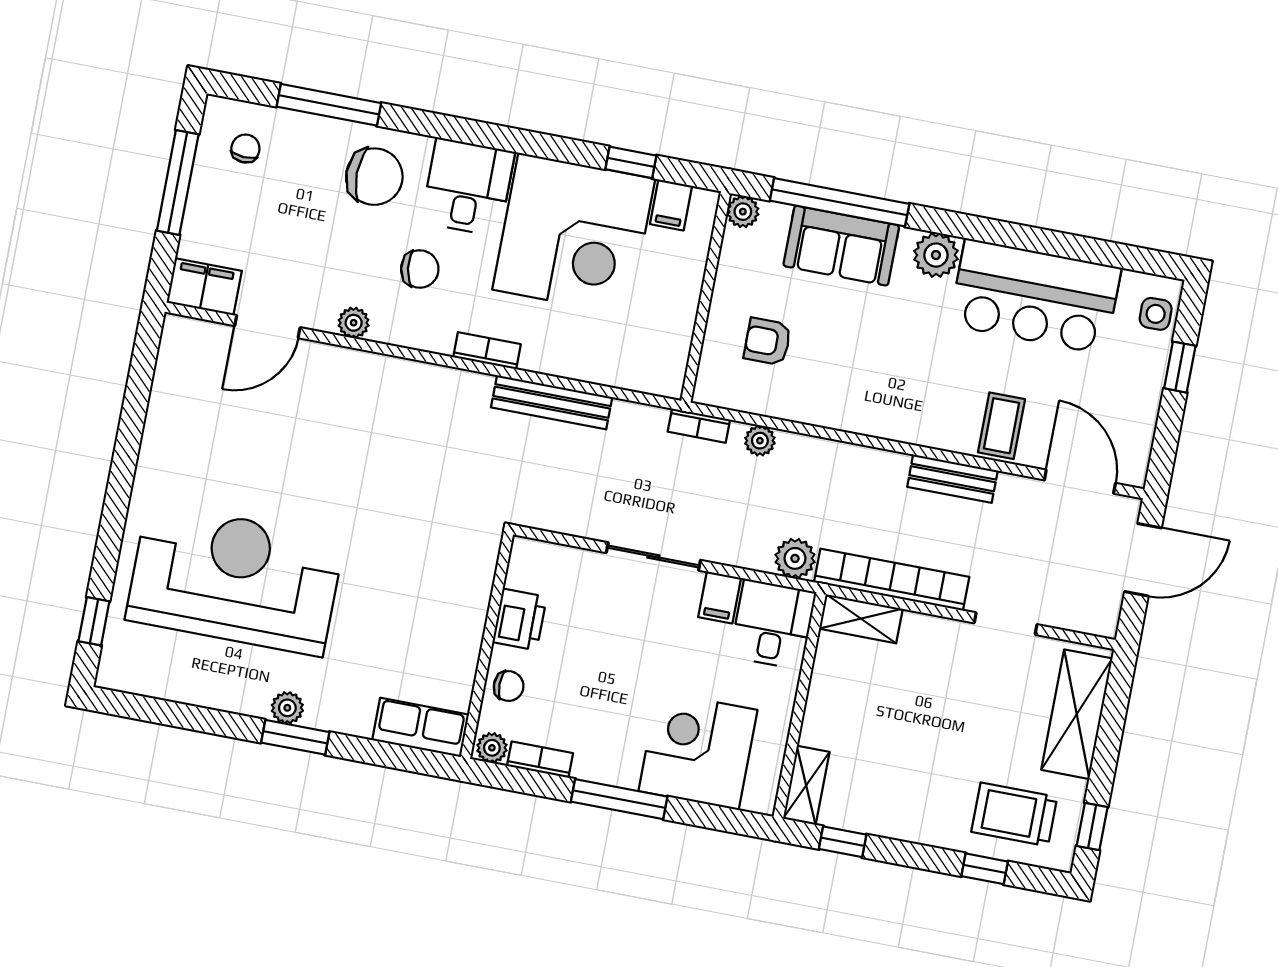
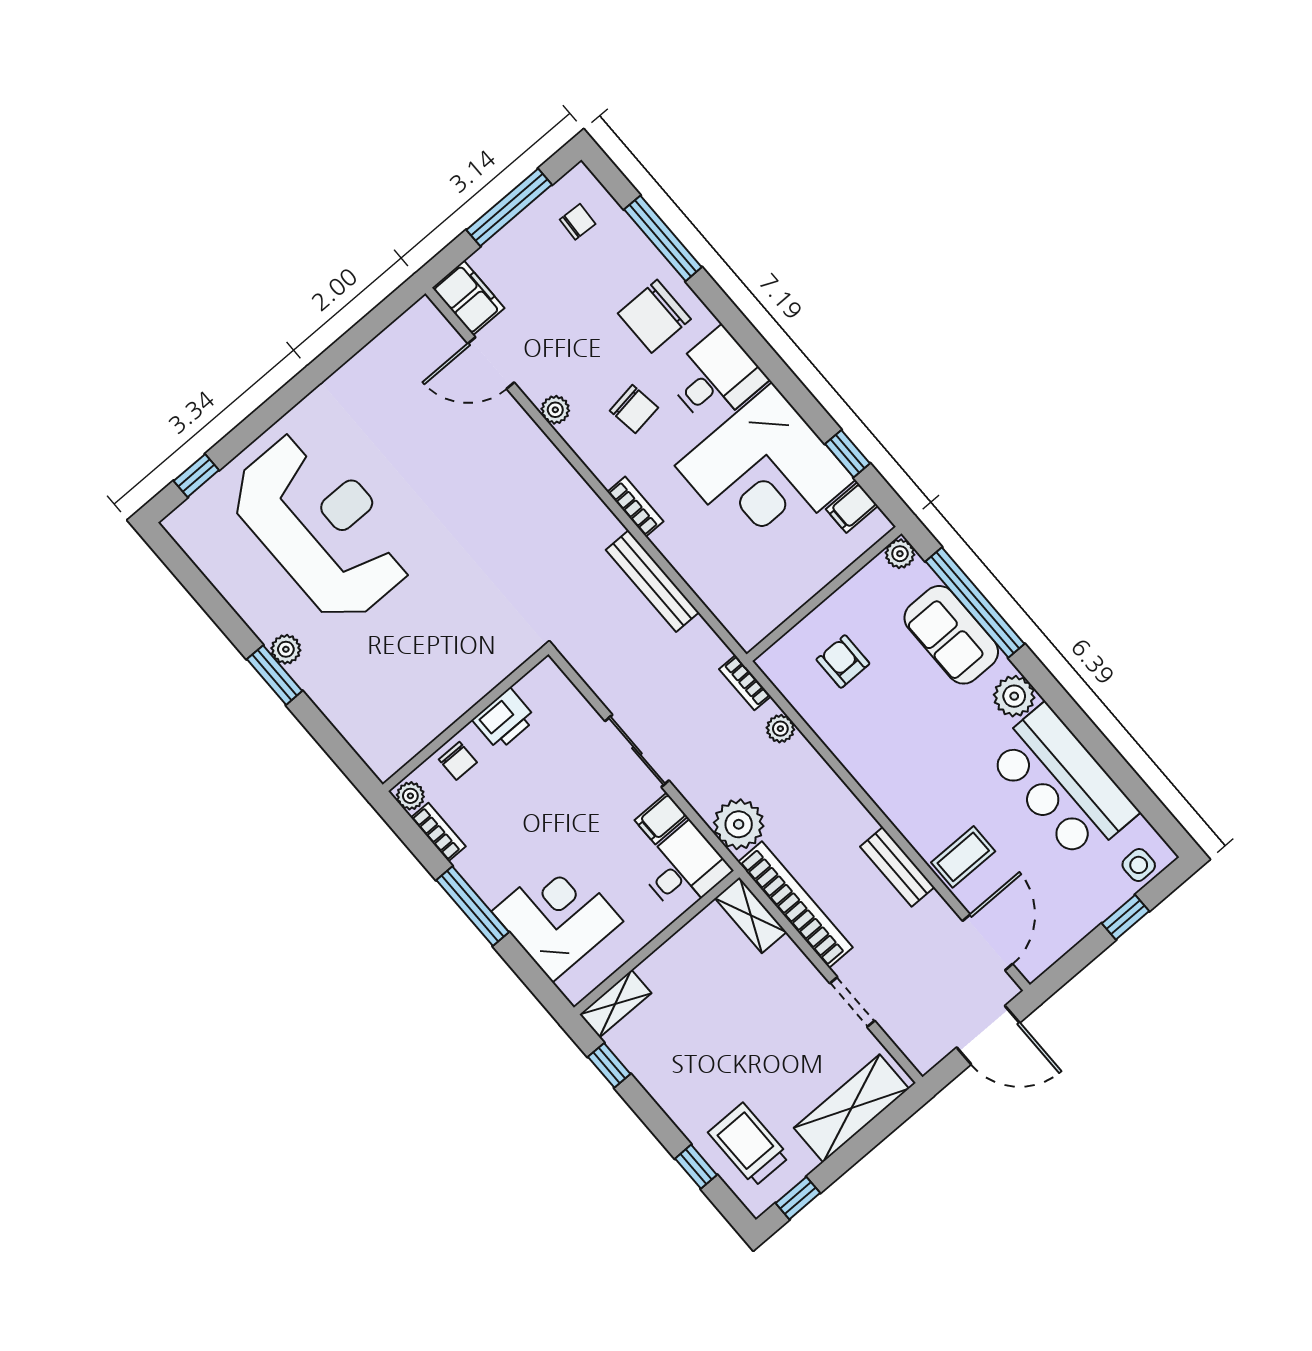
chair: (374, 177) -> (654, 316), turned 90
plant: (795, 558) -> (739, 824), width x1.36, depth x1.36
row of seats: (421, 727) -> (371, 740), removed

